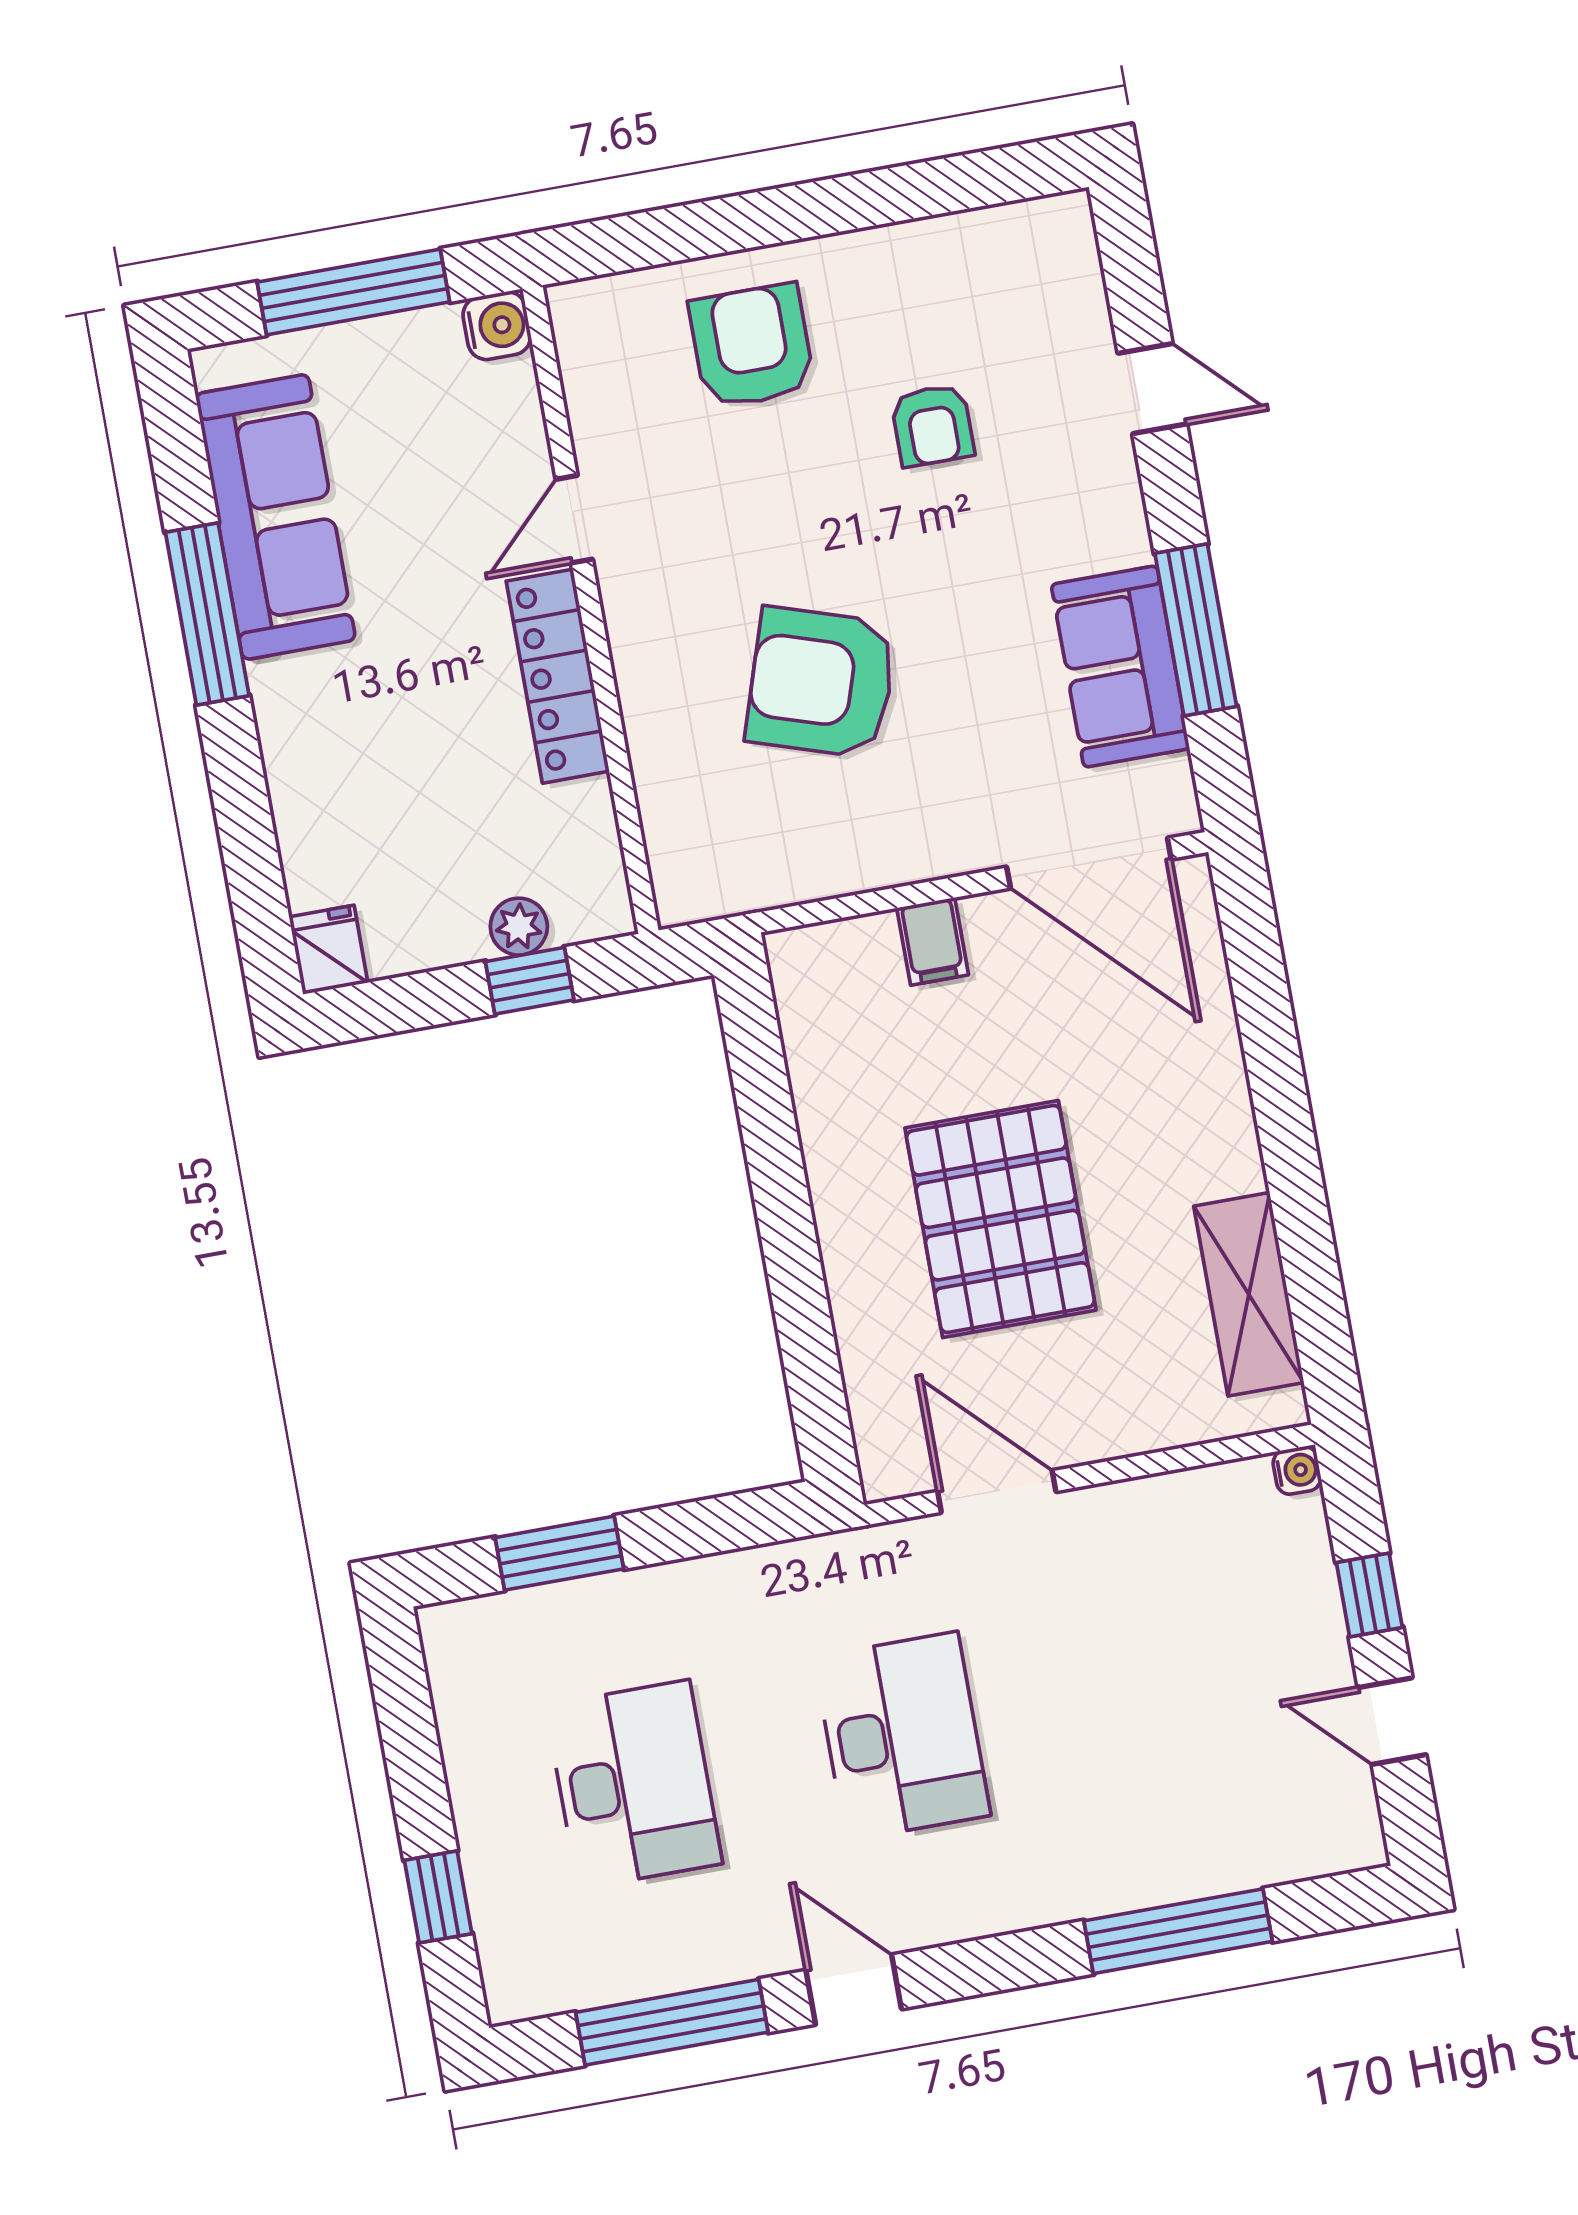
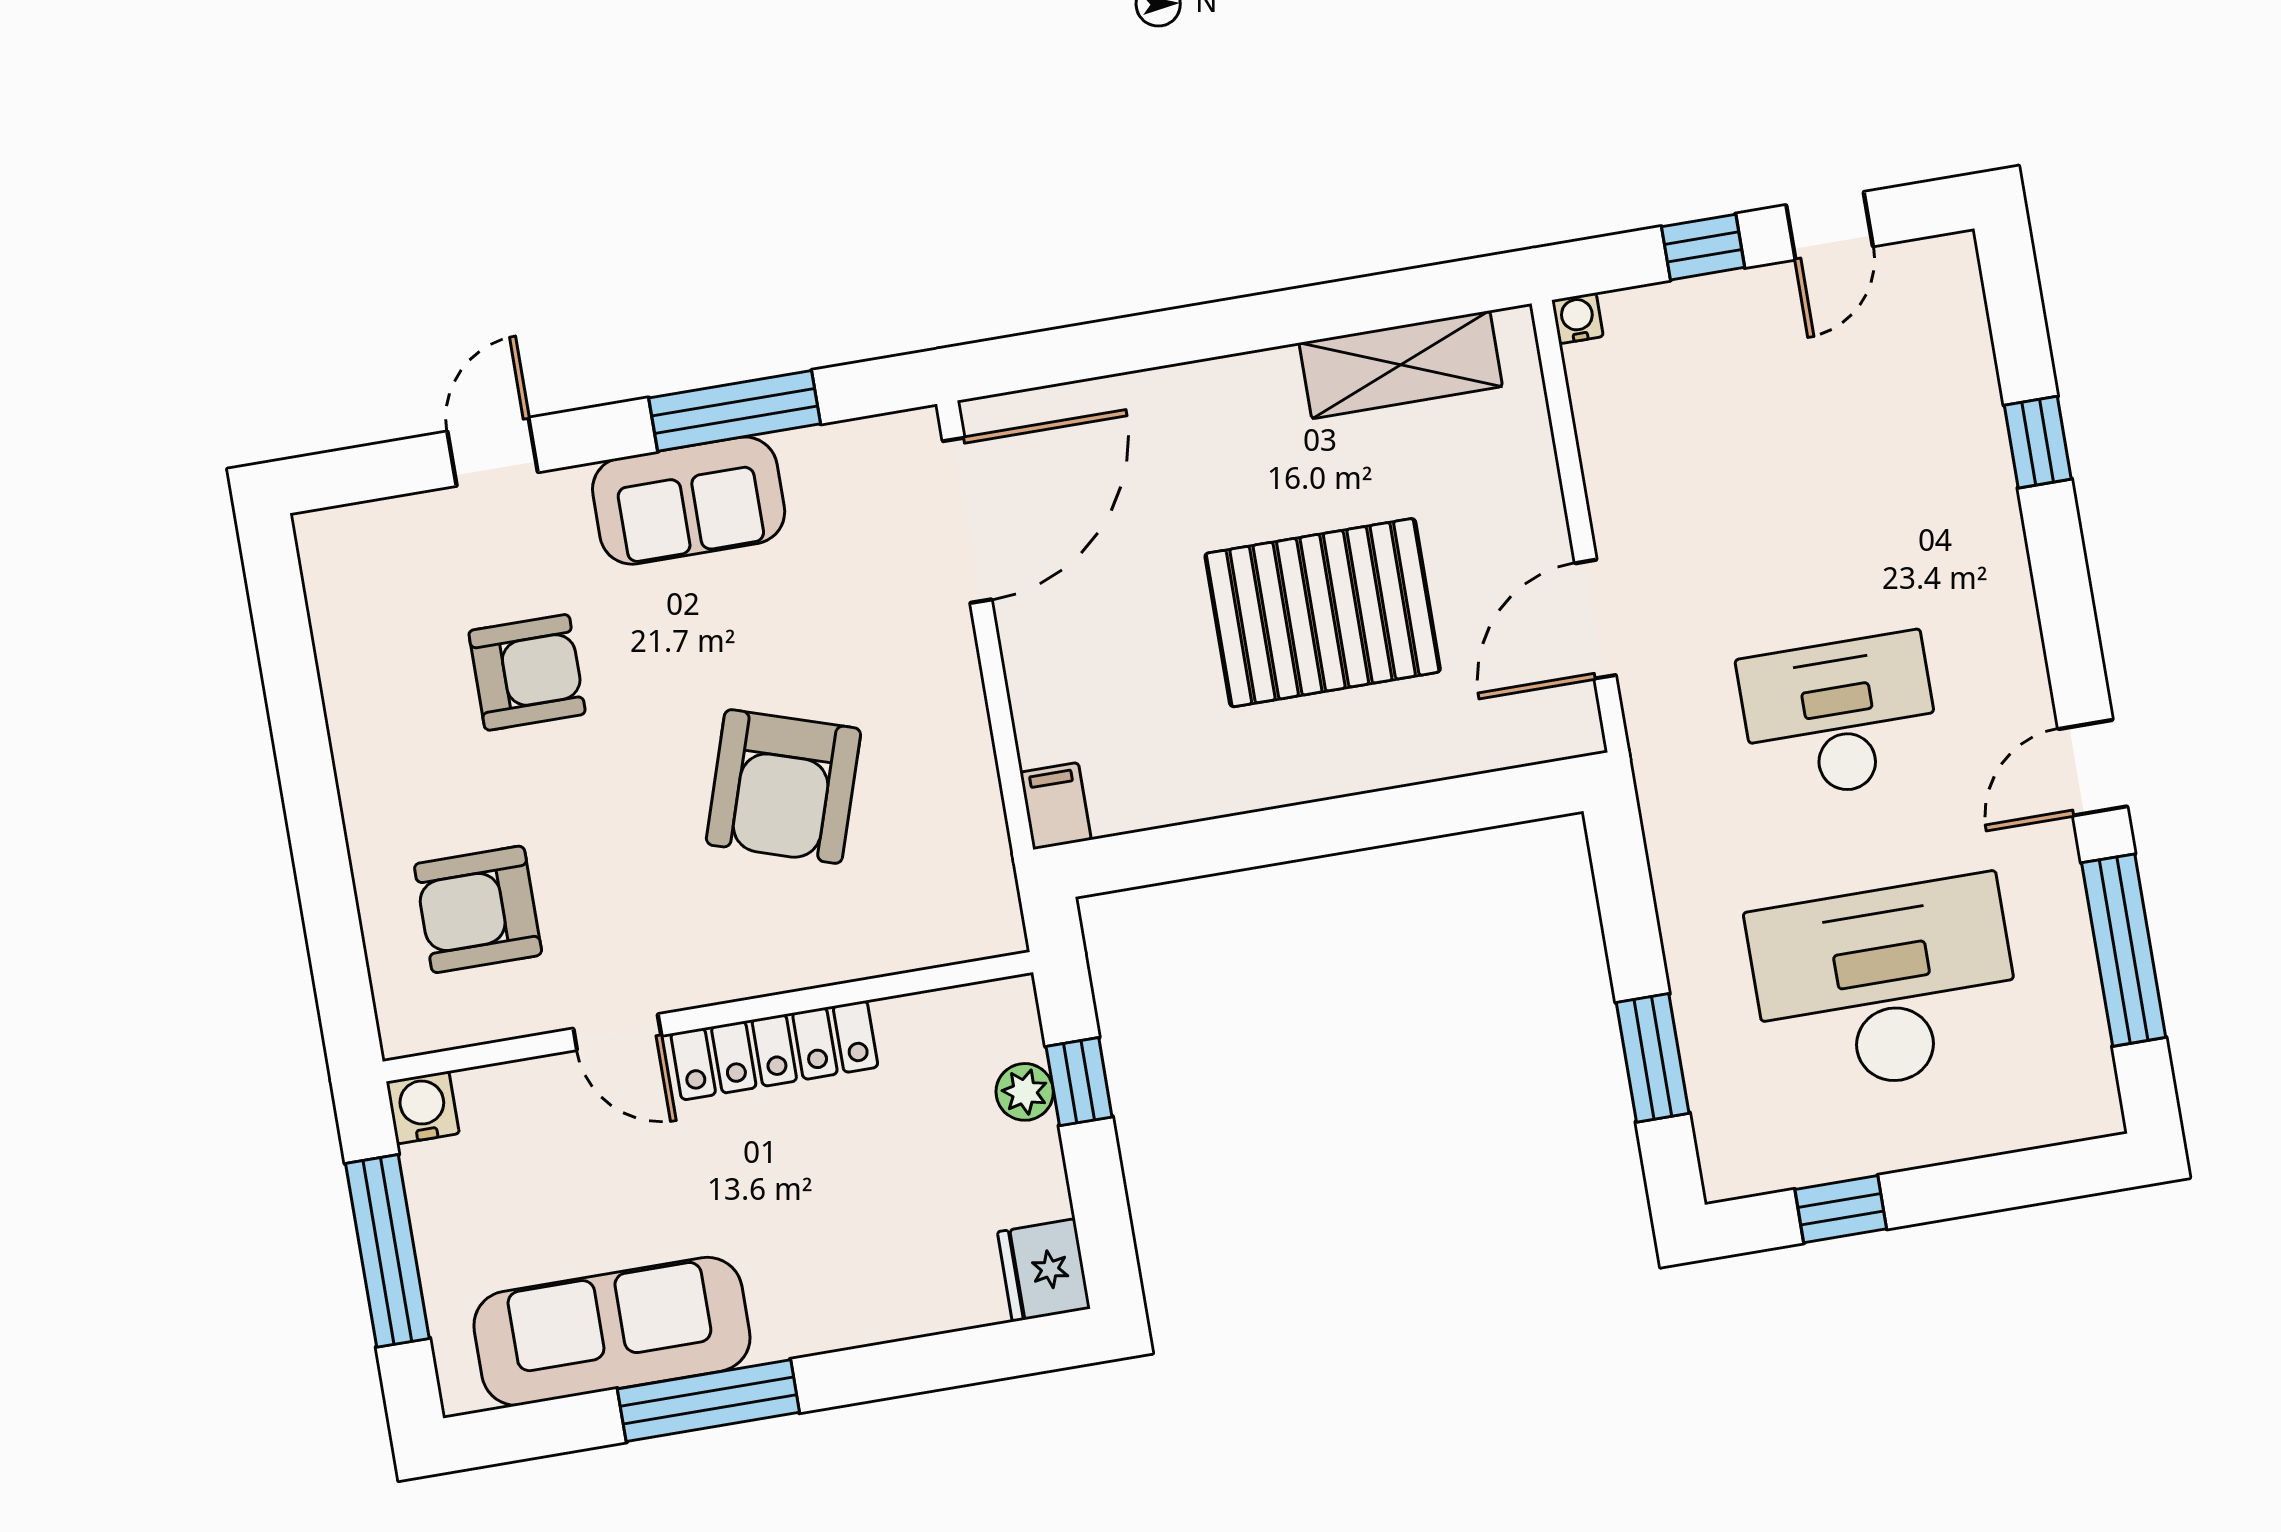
armchair: (752, 346) -> (478, 909), moved
armchair: (933, 425) -> (527, 672), width x1.38, depth x1.38
sofa: (1120, 667) -> (689, 501), moved
filing cabinet: (933, 941) -> (1056, 806), moved, turned -90
fridge: (328, 950) -> (1044, 1270), width x1.38
desk: (634, 1784) -> (1885, 986), width x1.36, depth x1.30
window: (438, 1897) -> (1841, 1209), moved
window: (1178, 1931) -> (2038, 442), width x0.46

